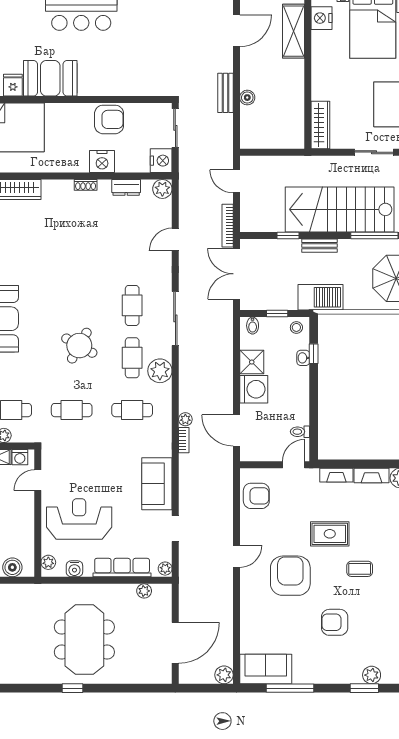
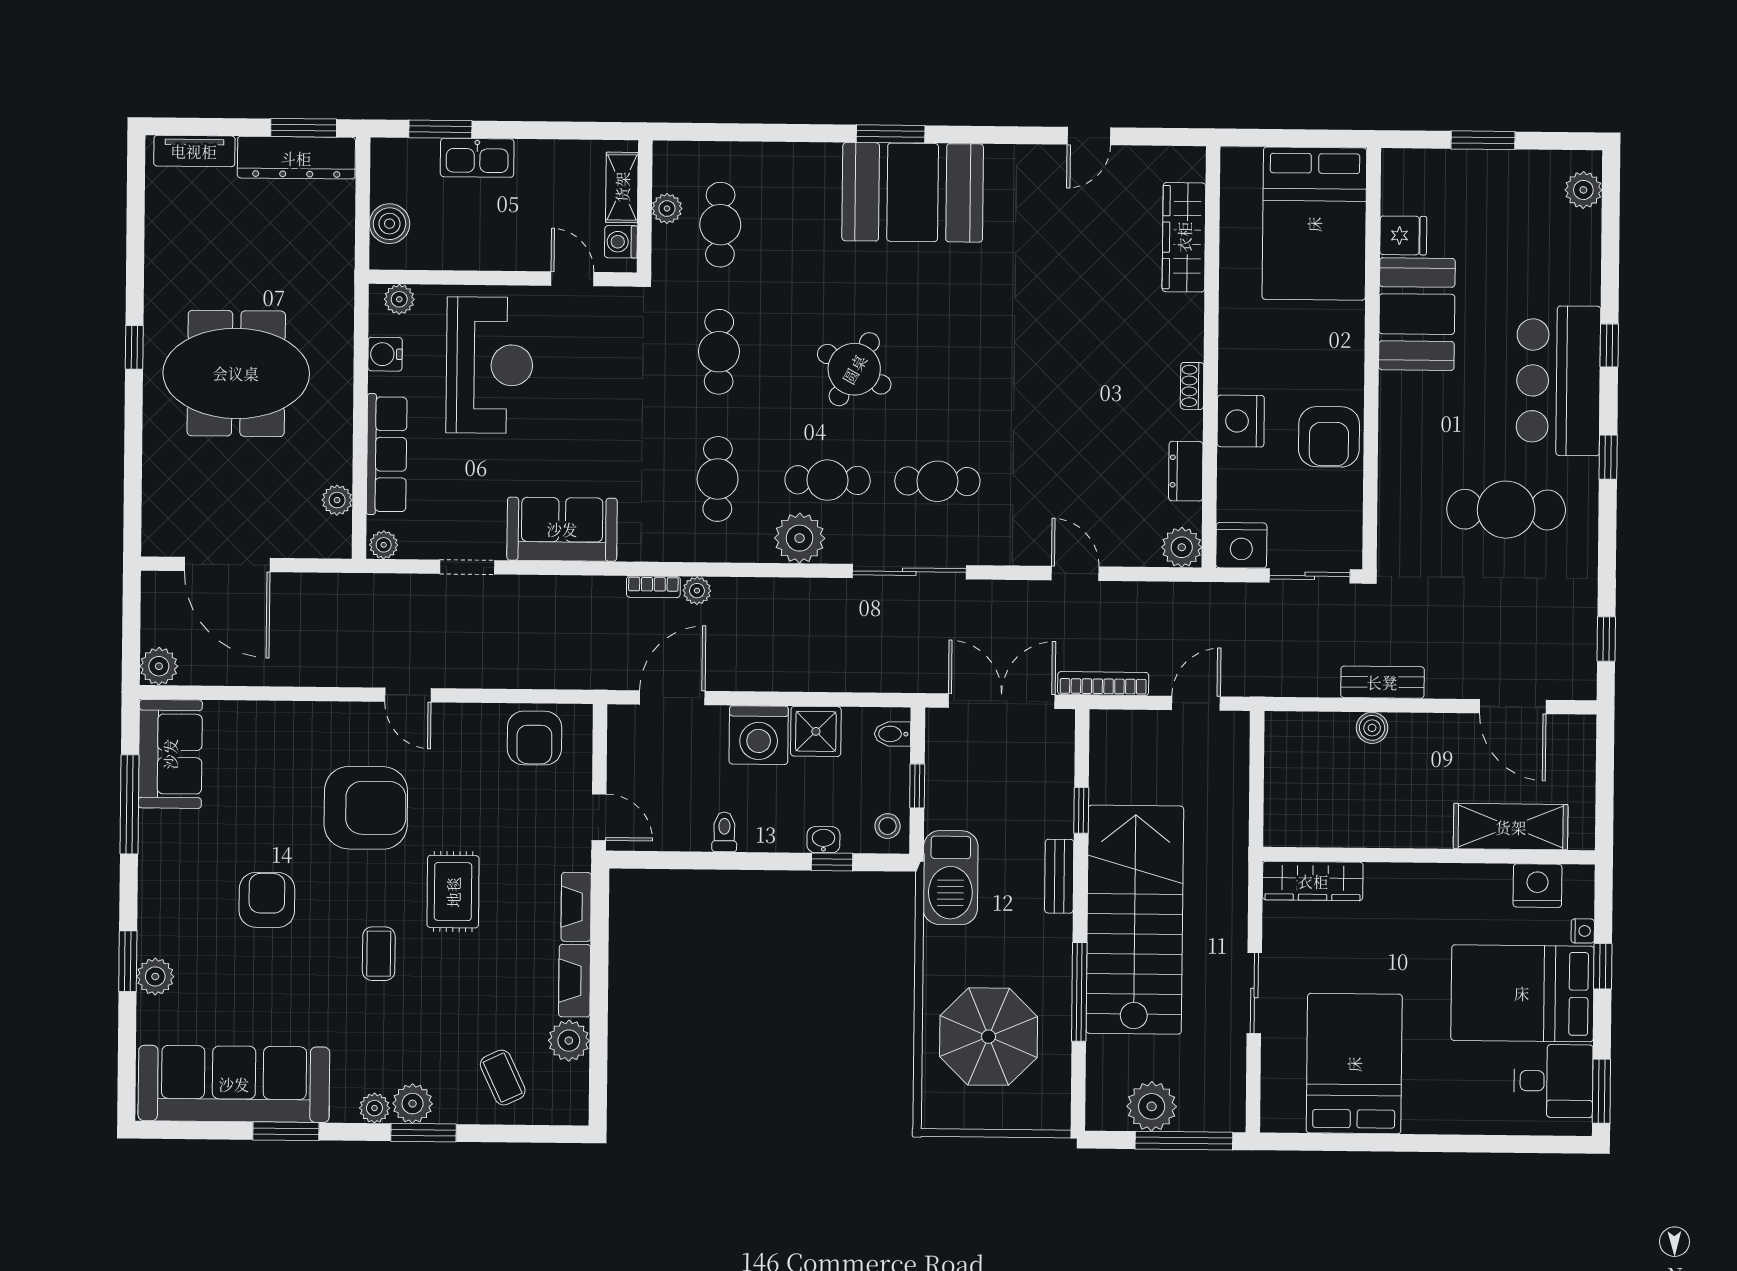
cafe table: (143, 35) -> (1506, 510), added
toilet: (300, 432) -> (724, 832), moved

